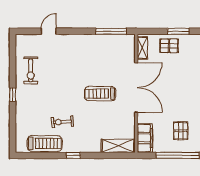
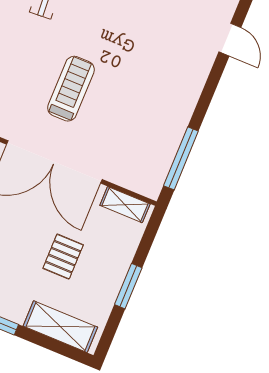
pallet: (169, 46) -> (63, 257), moved

